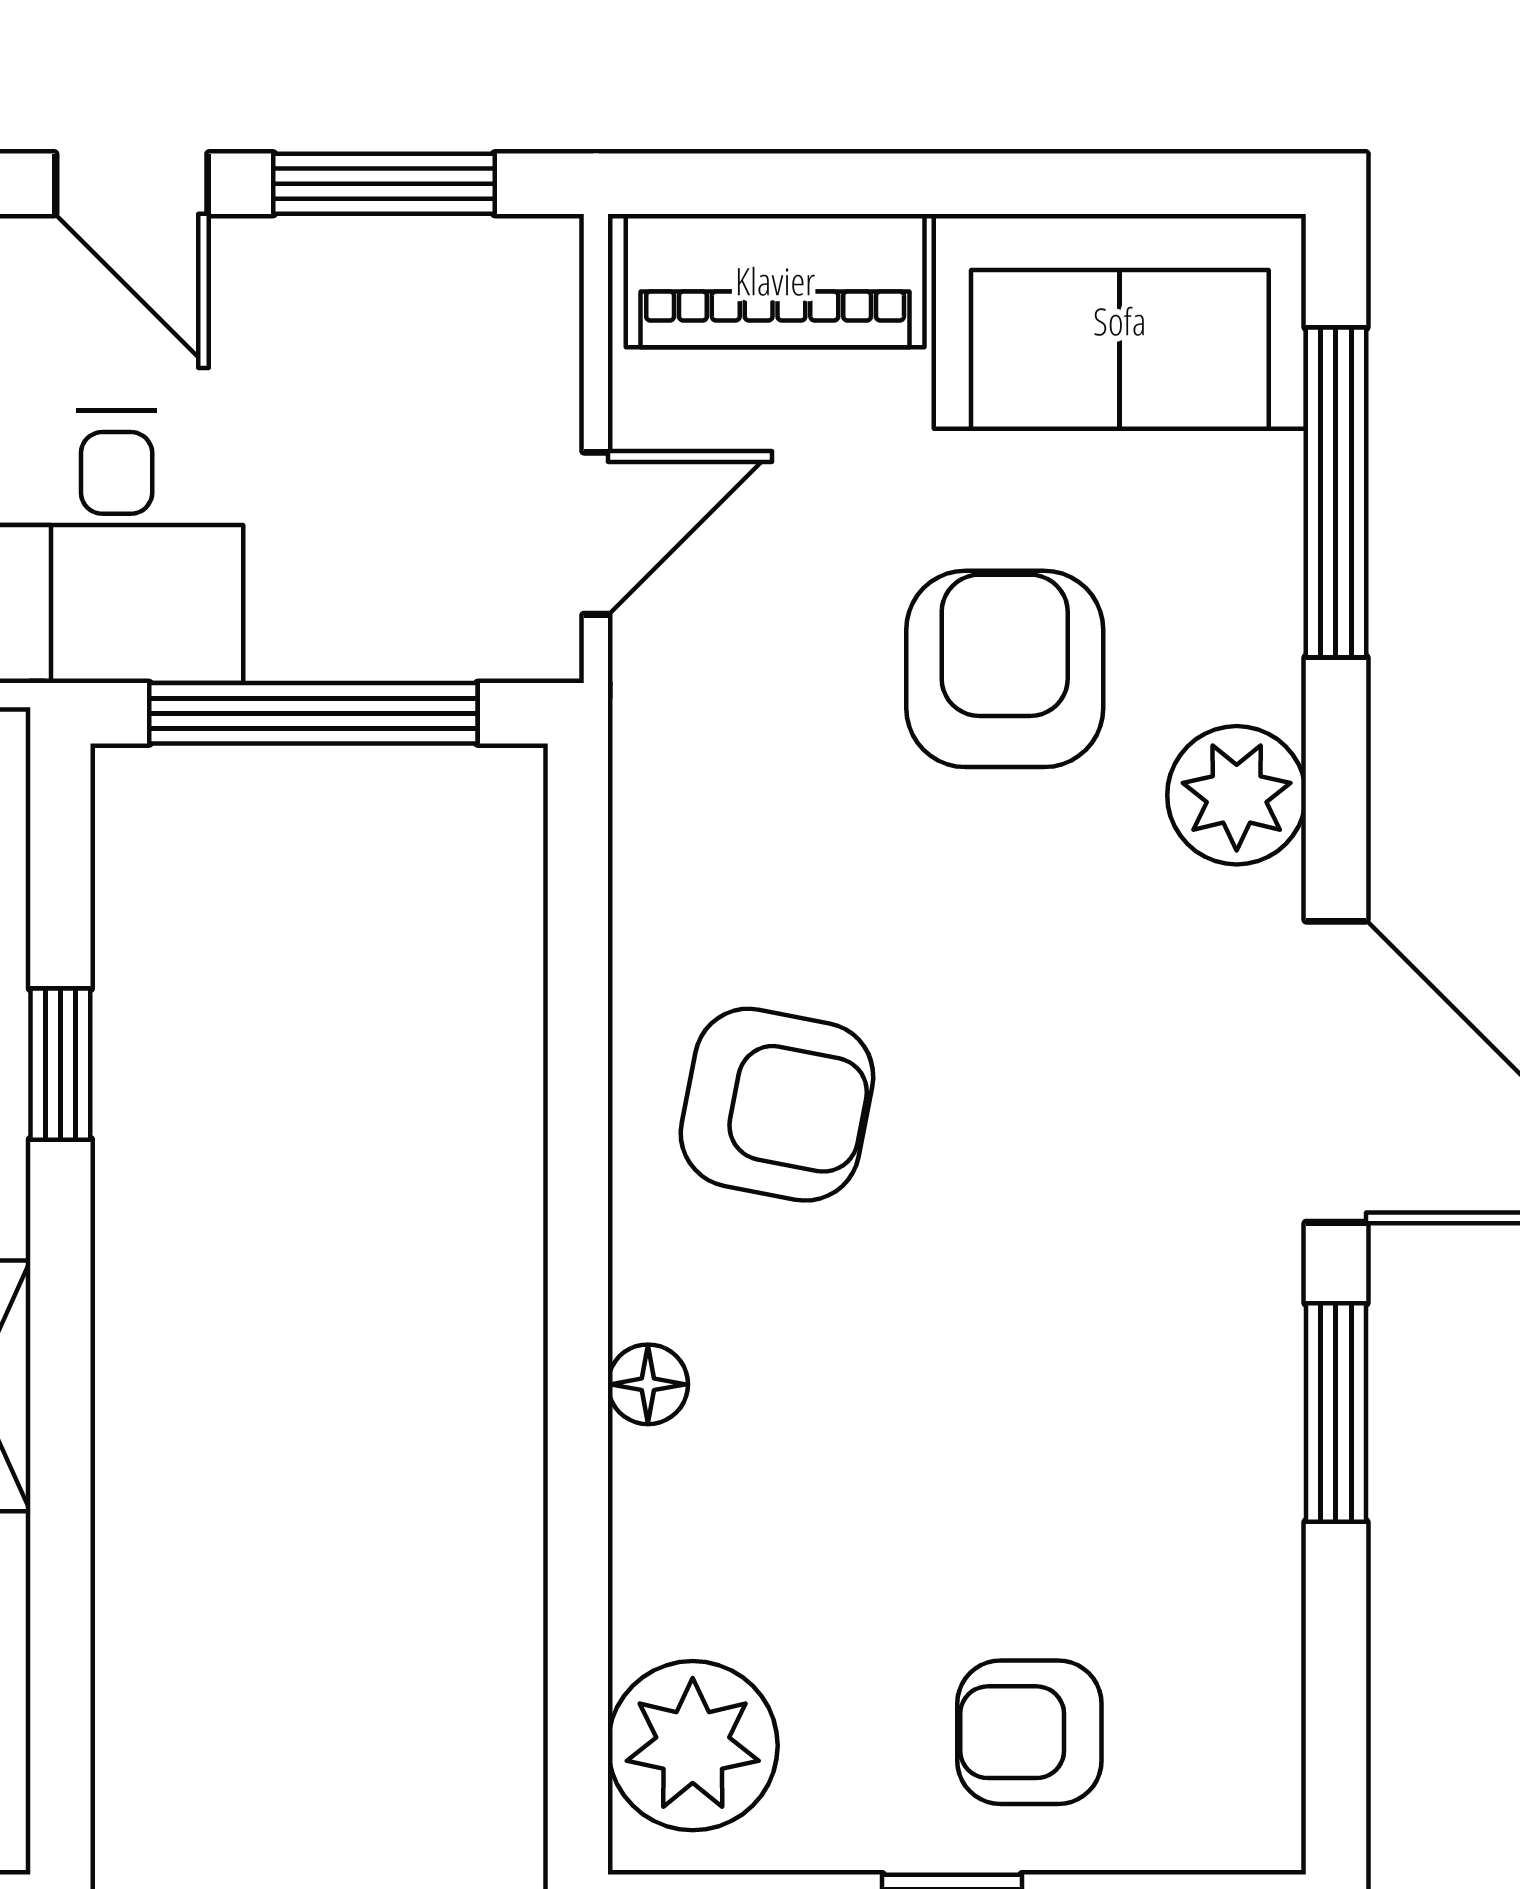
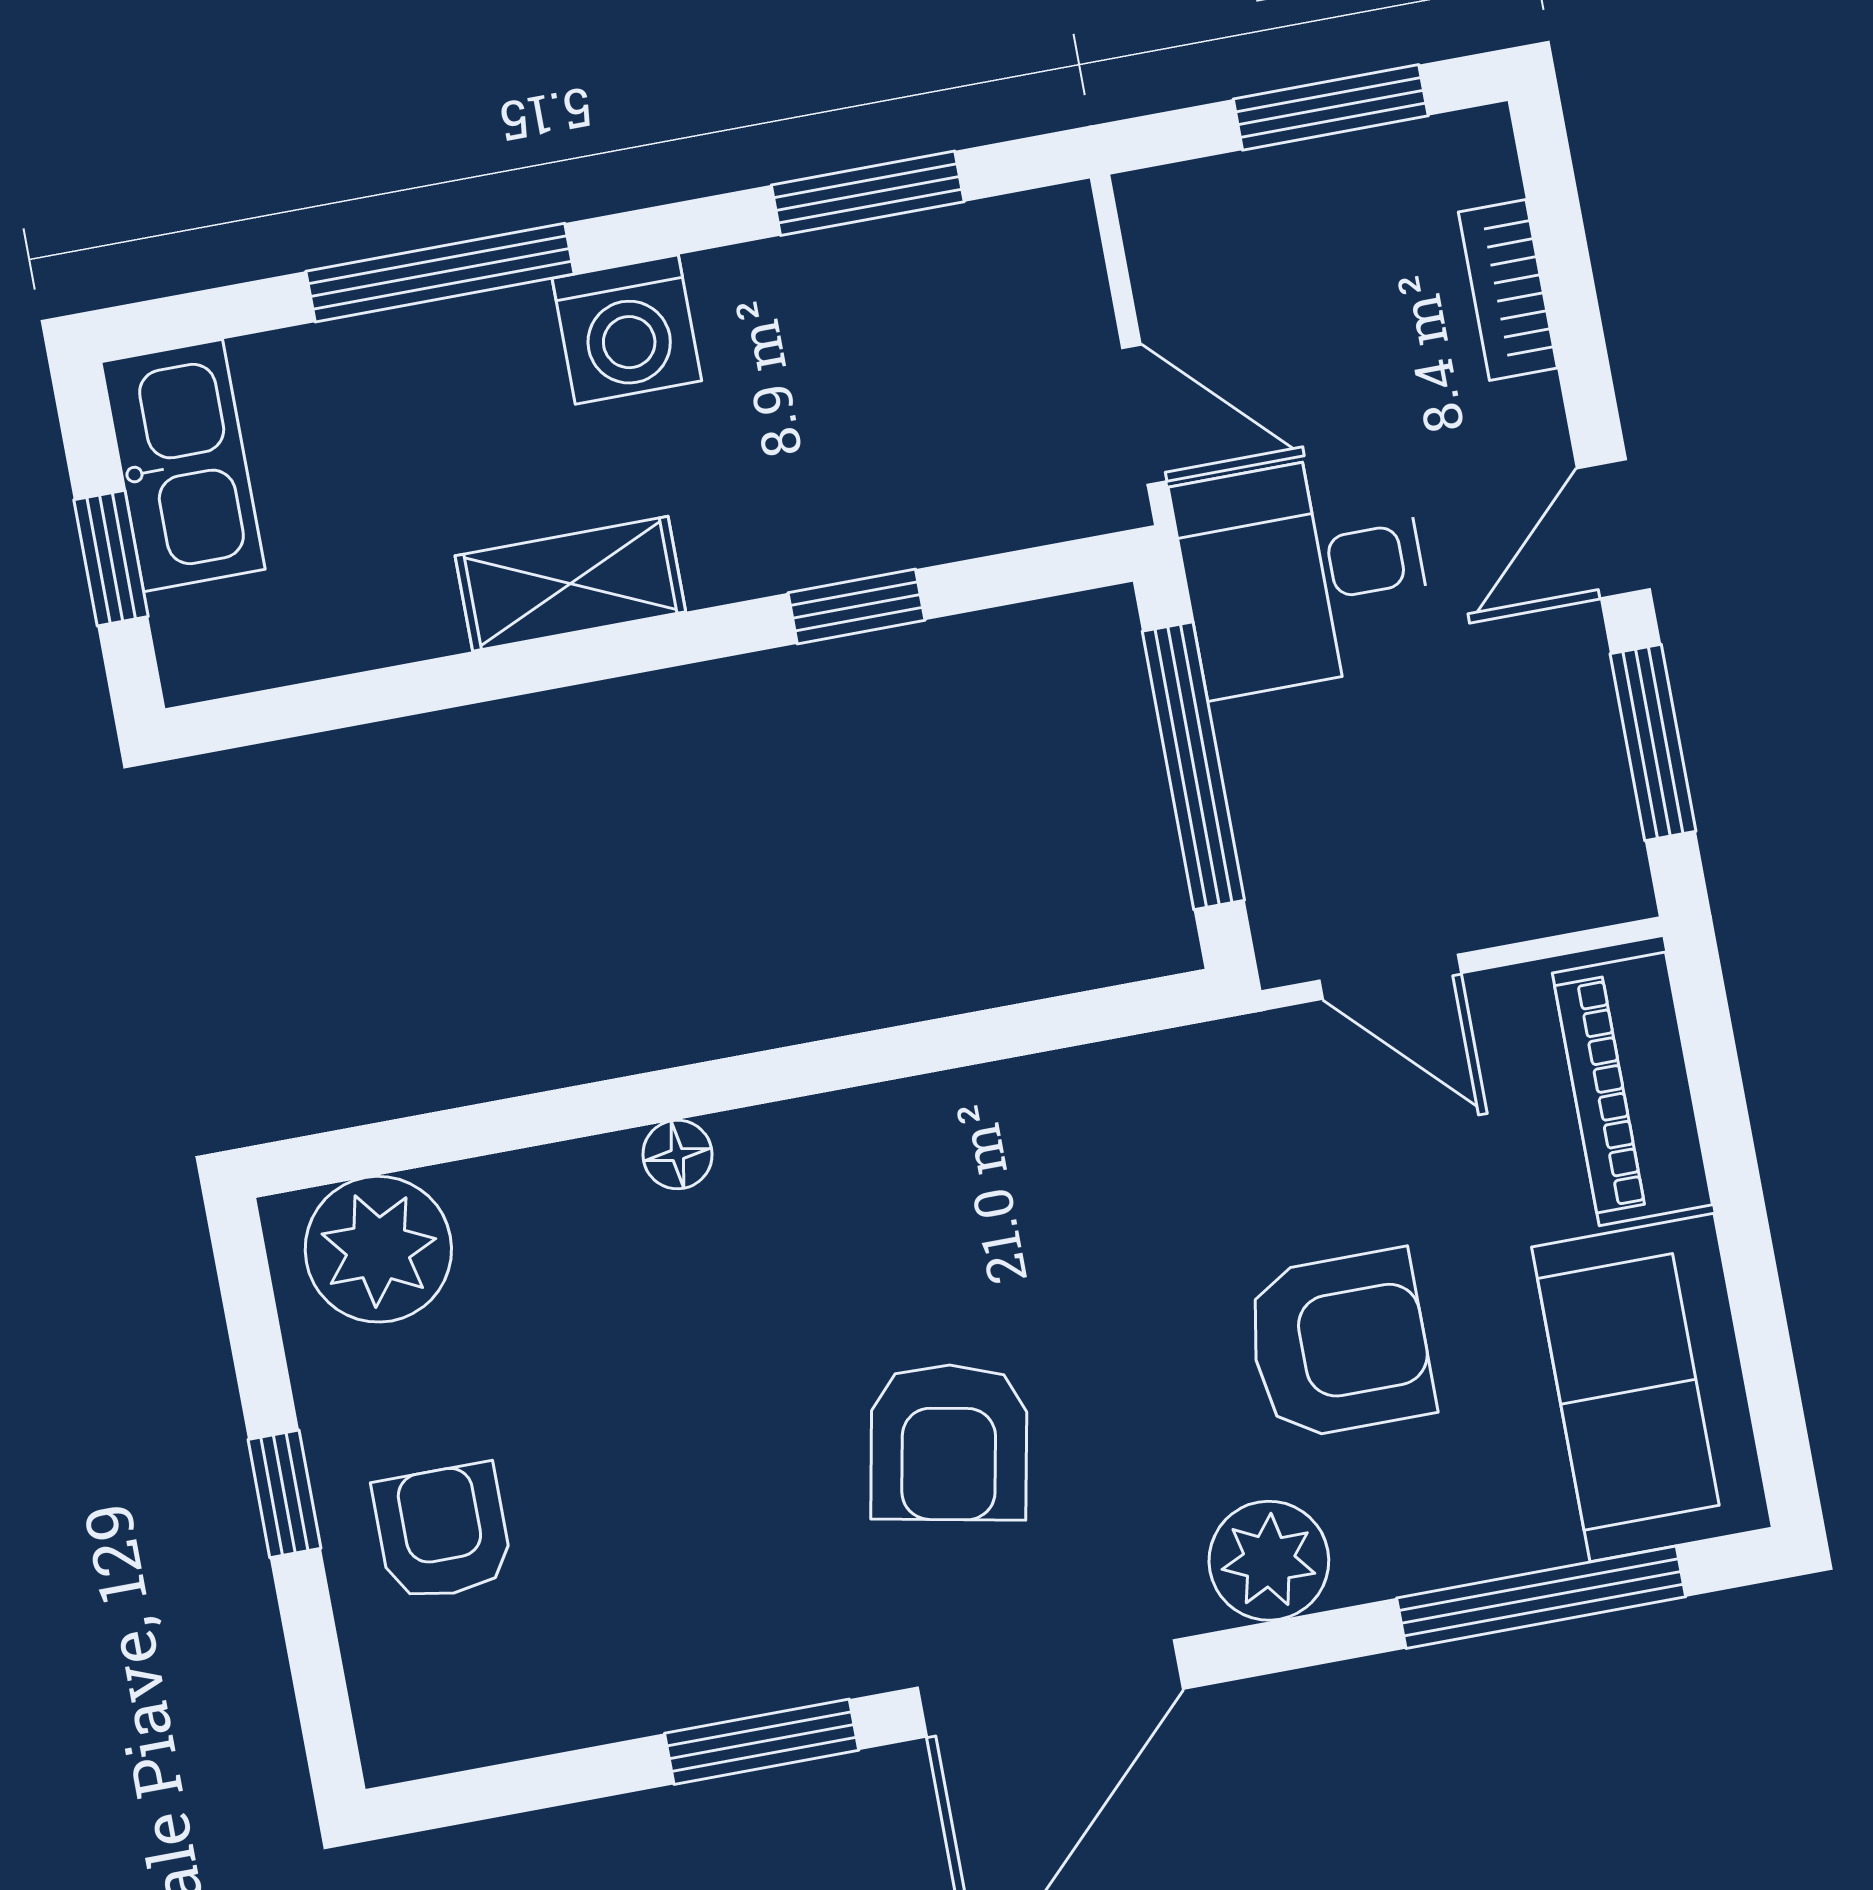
armchair: (777, 1105) -> (949, 1442), moved

